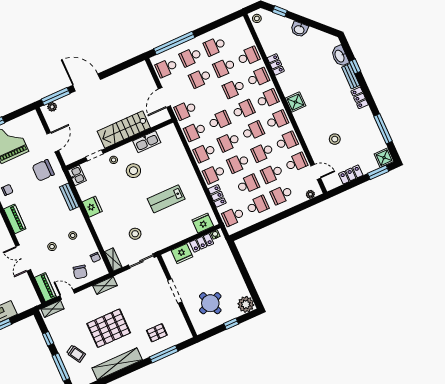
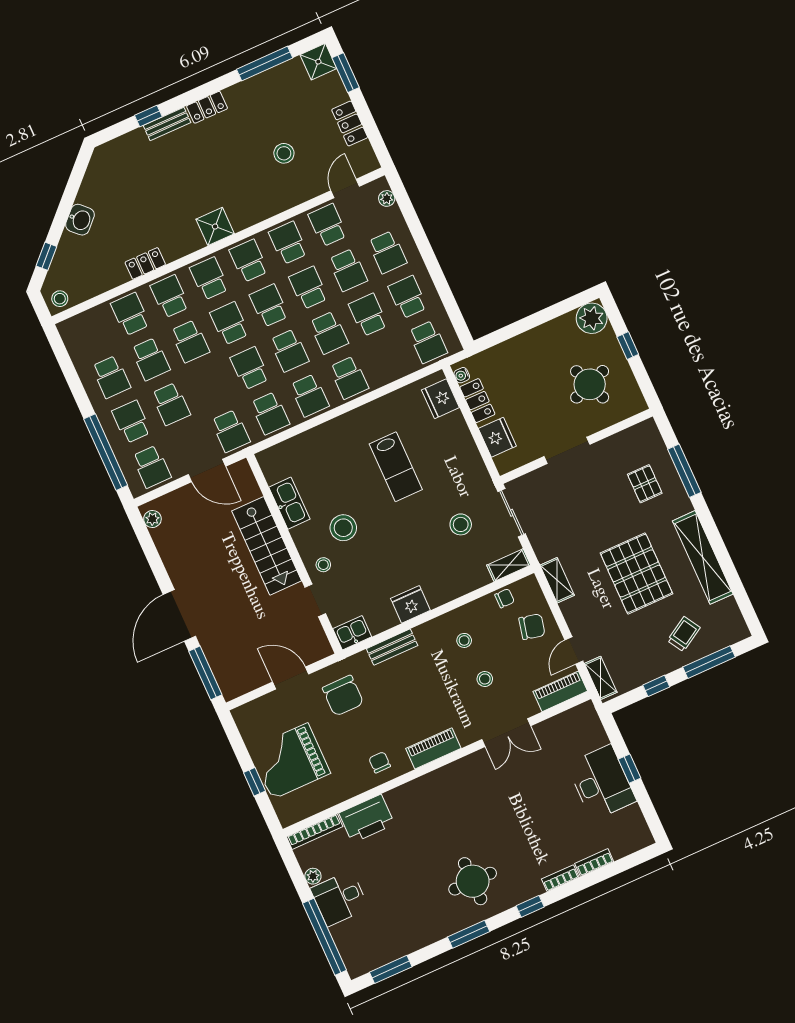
washbasin: (340, 56) -> (129, 144), removed
school desk: (191, 57) -> (131, 422), turned 180
plant: (52, 107) -> (152, 519), moved
school desk: (262, 152) -> (308, 288), turned 180
locker: (217, 196) -> (390, 372), removed

